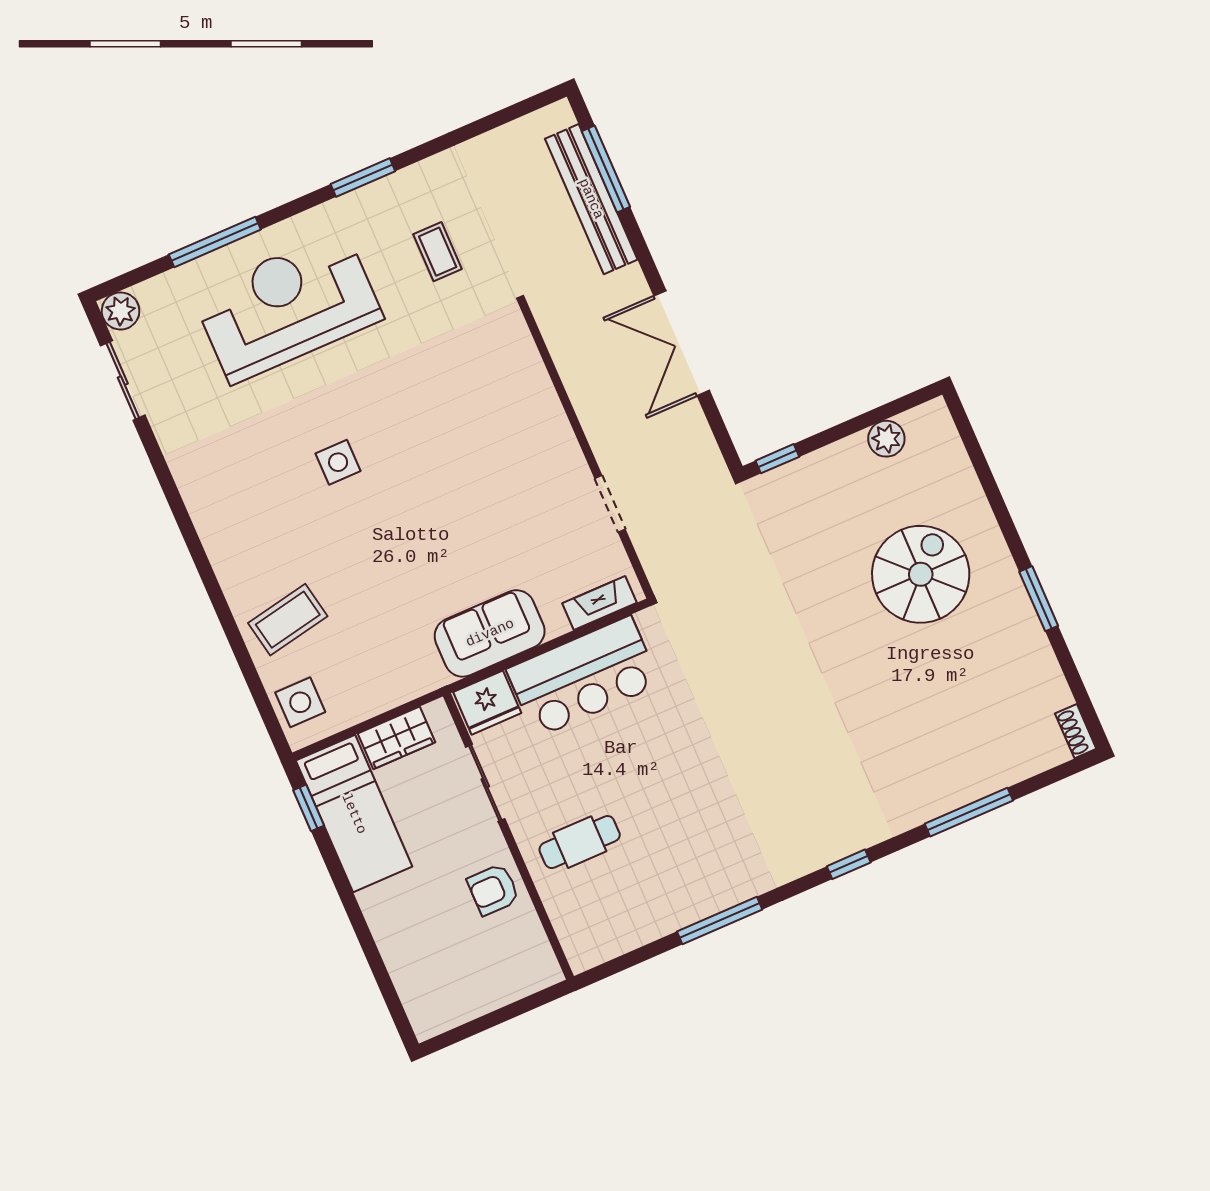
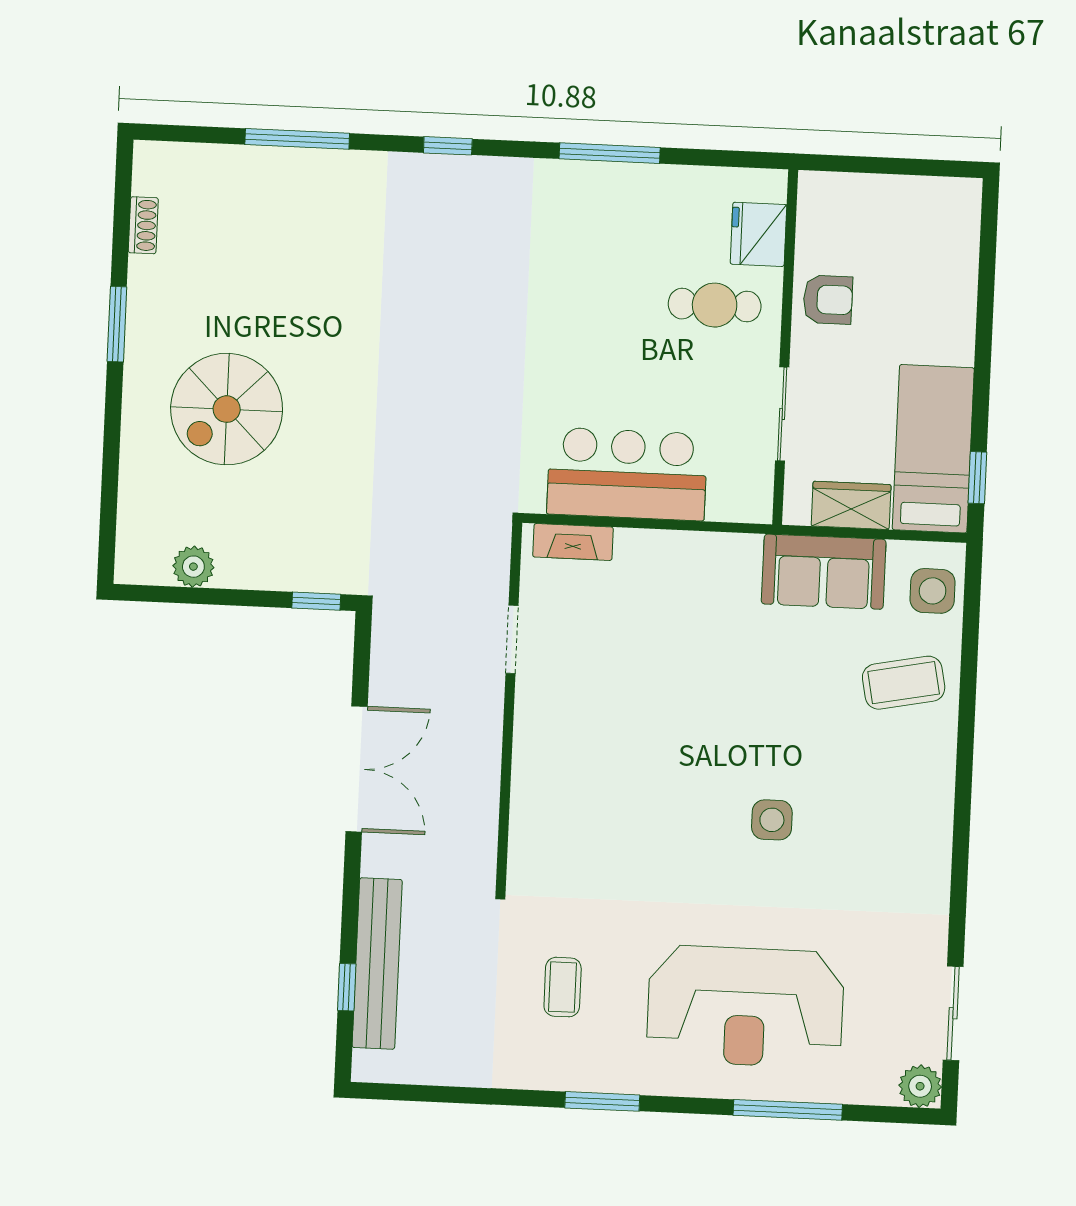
window: (606, 169) -> (347, 987), width x0.46
sofa: (490, 633) -> (824, 572), moved
fridge: (487, 703) -> (758, 234), moved, turned -90
shoe rack: (1076, 731) -> (143, 225), moved

